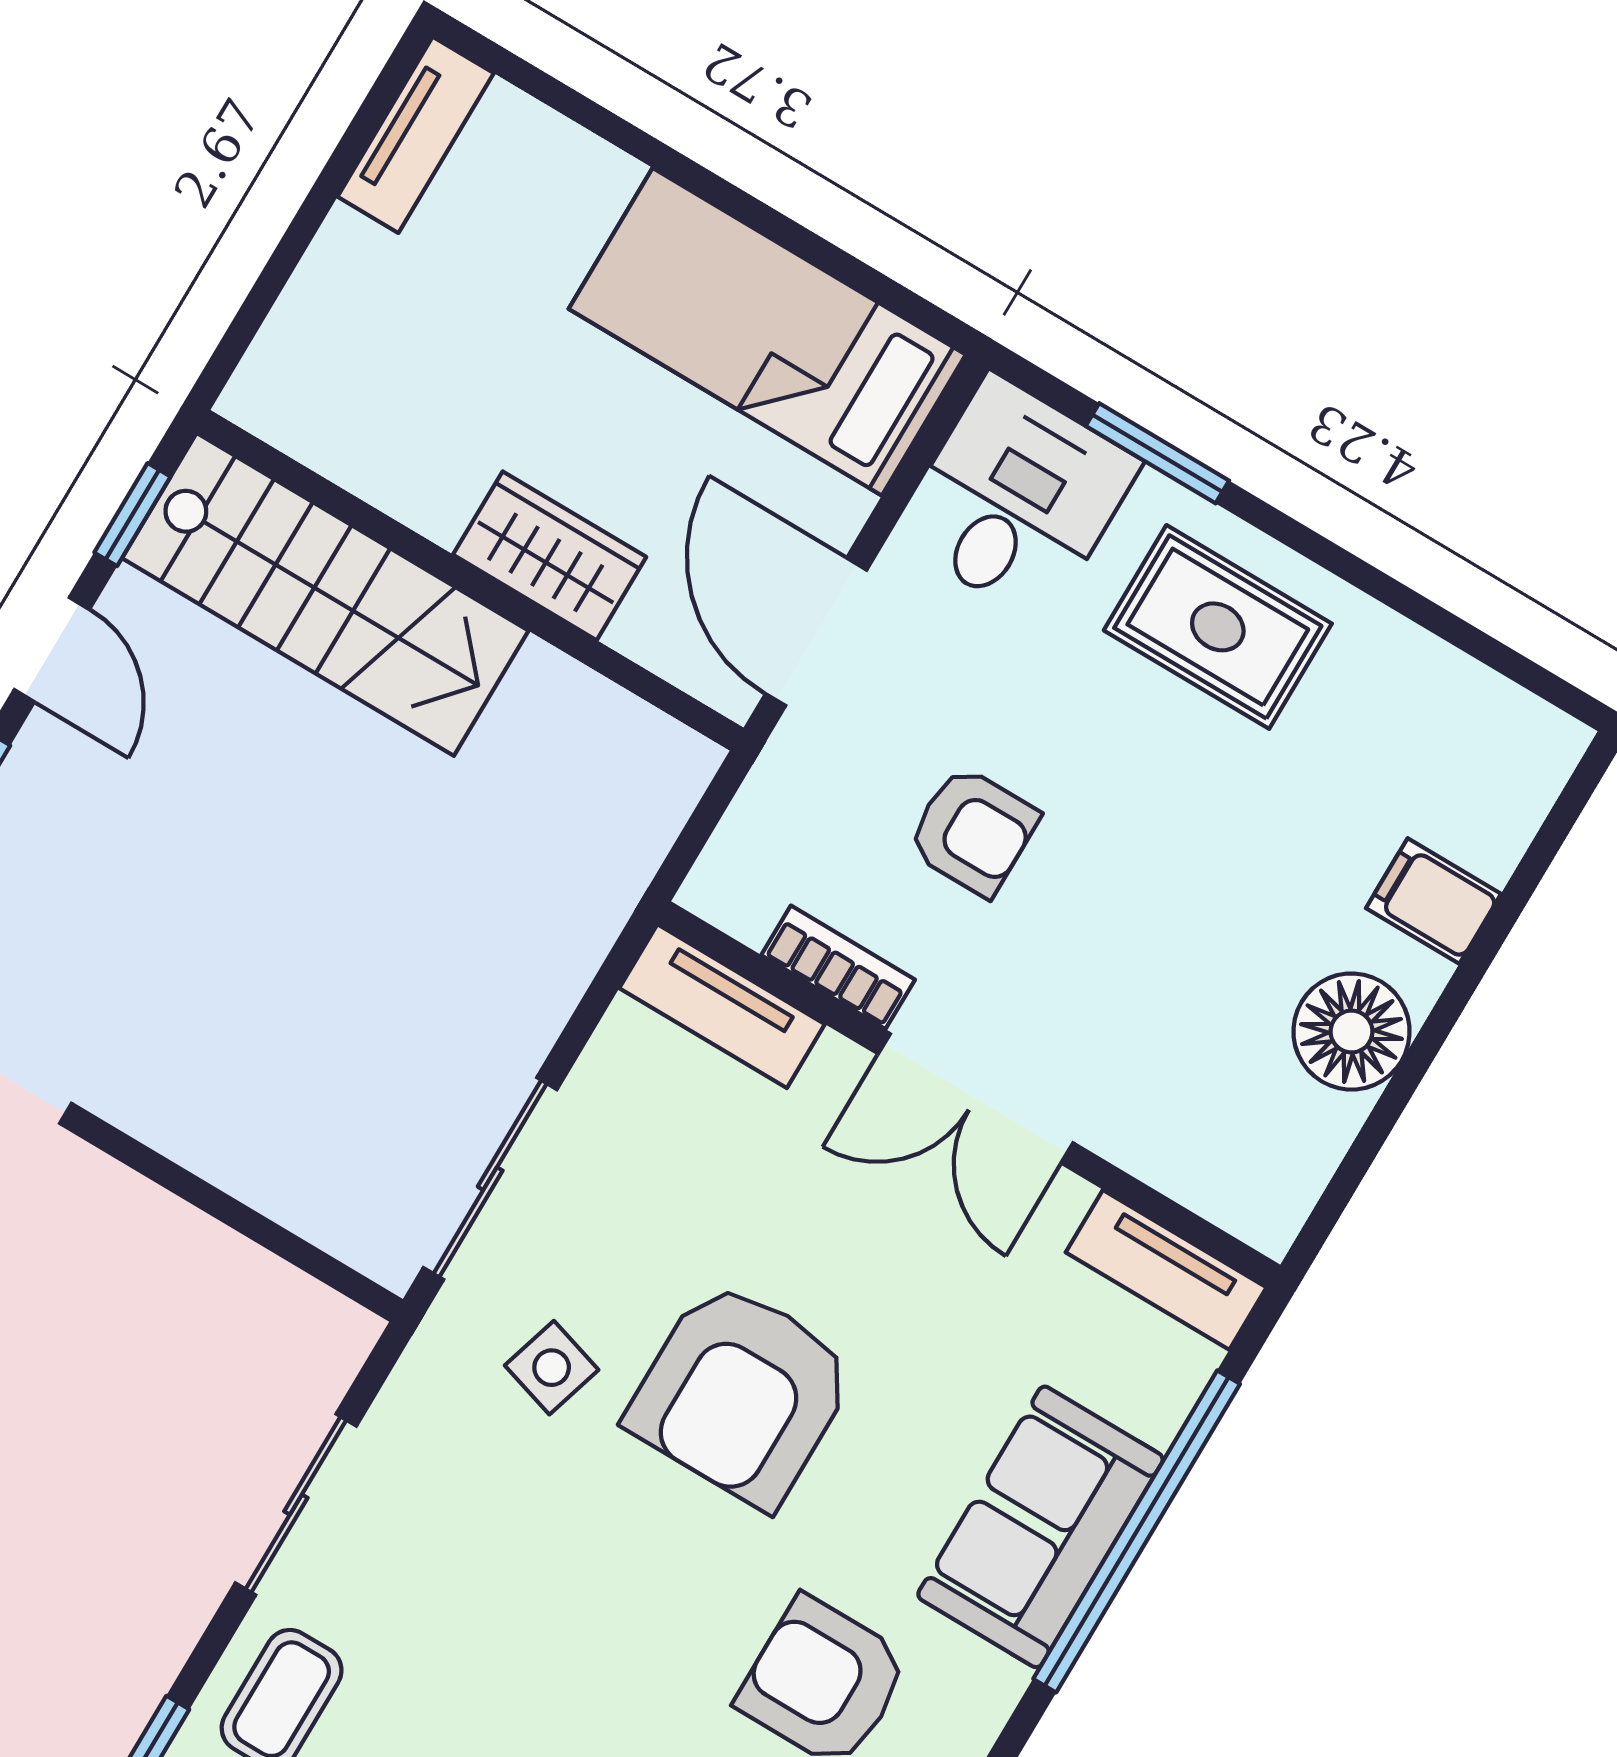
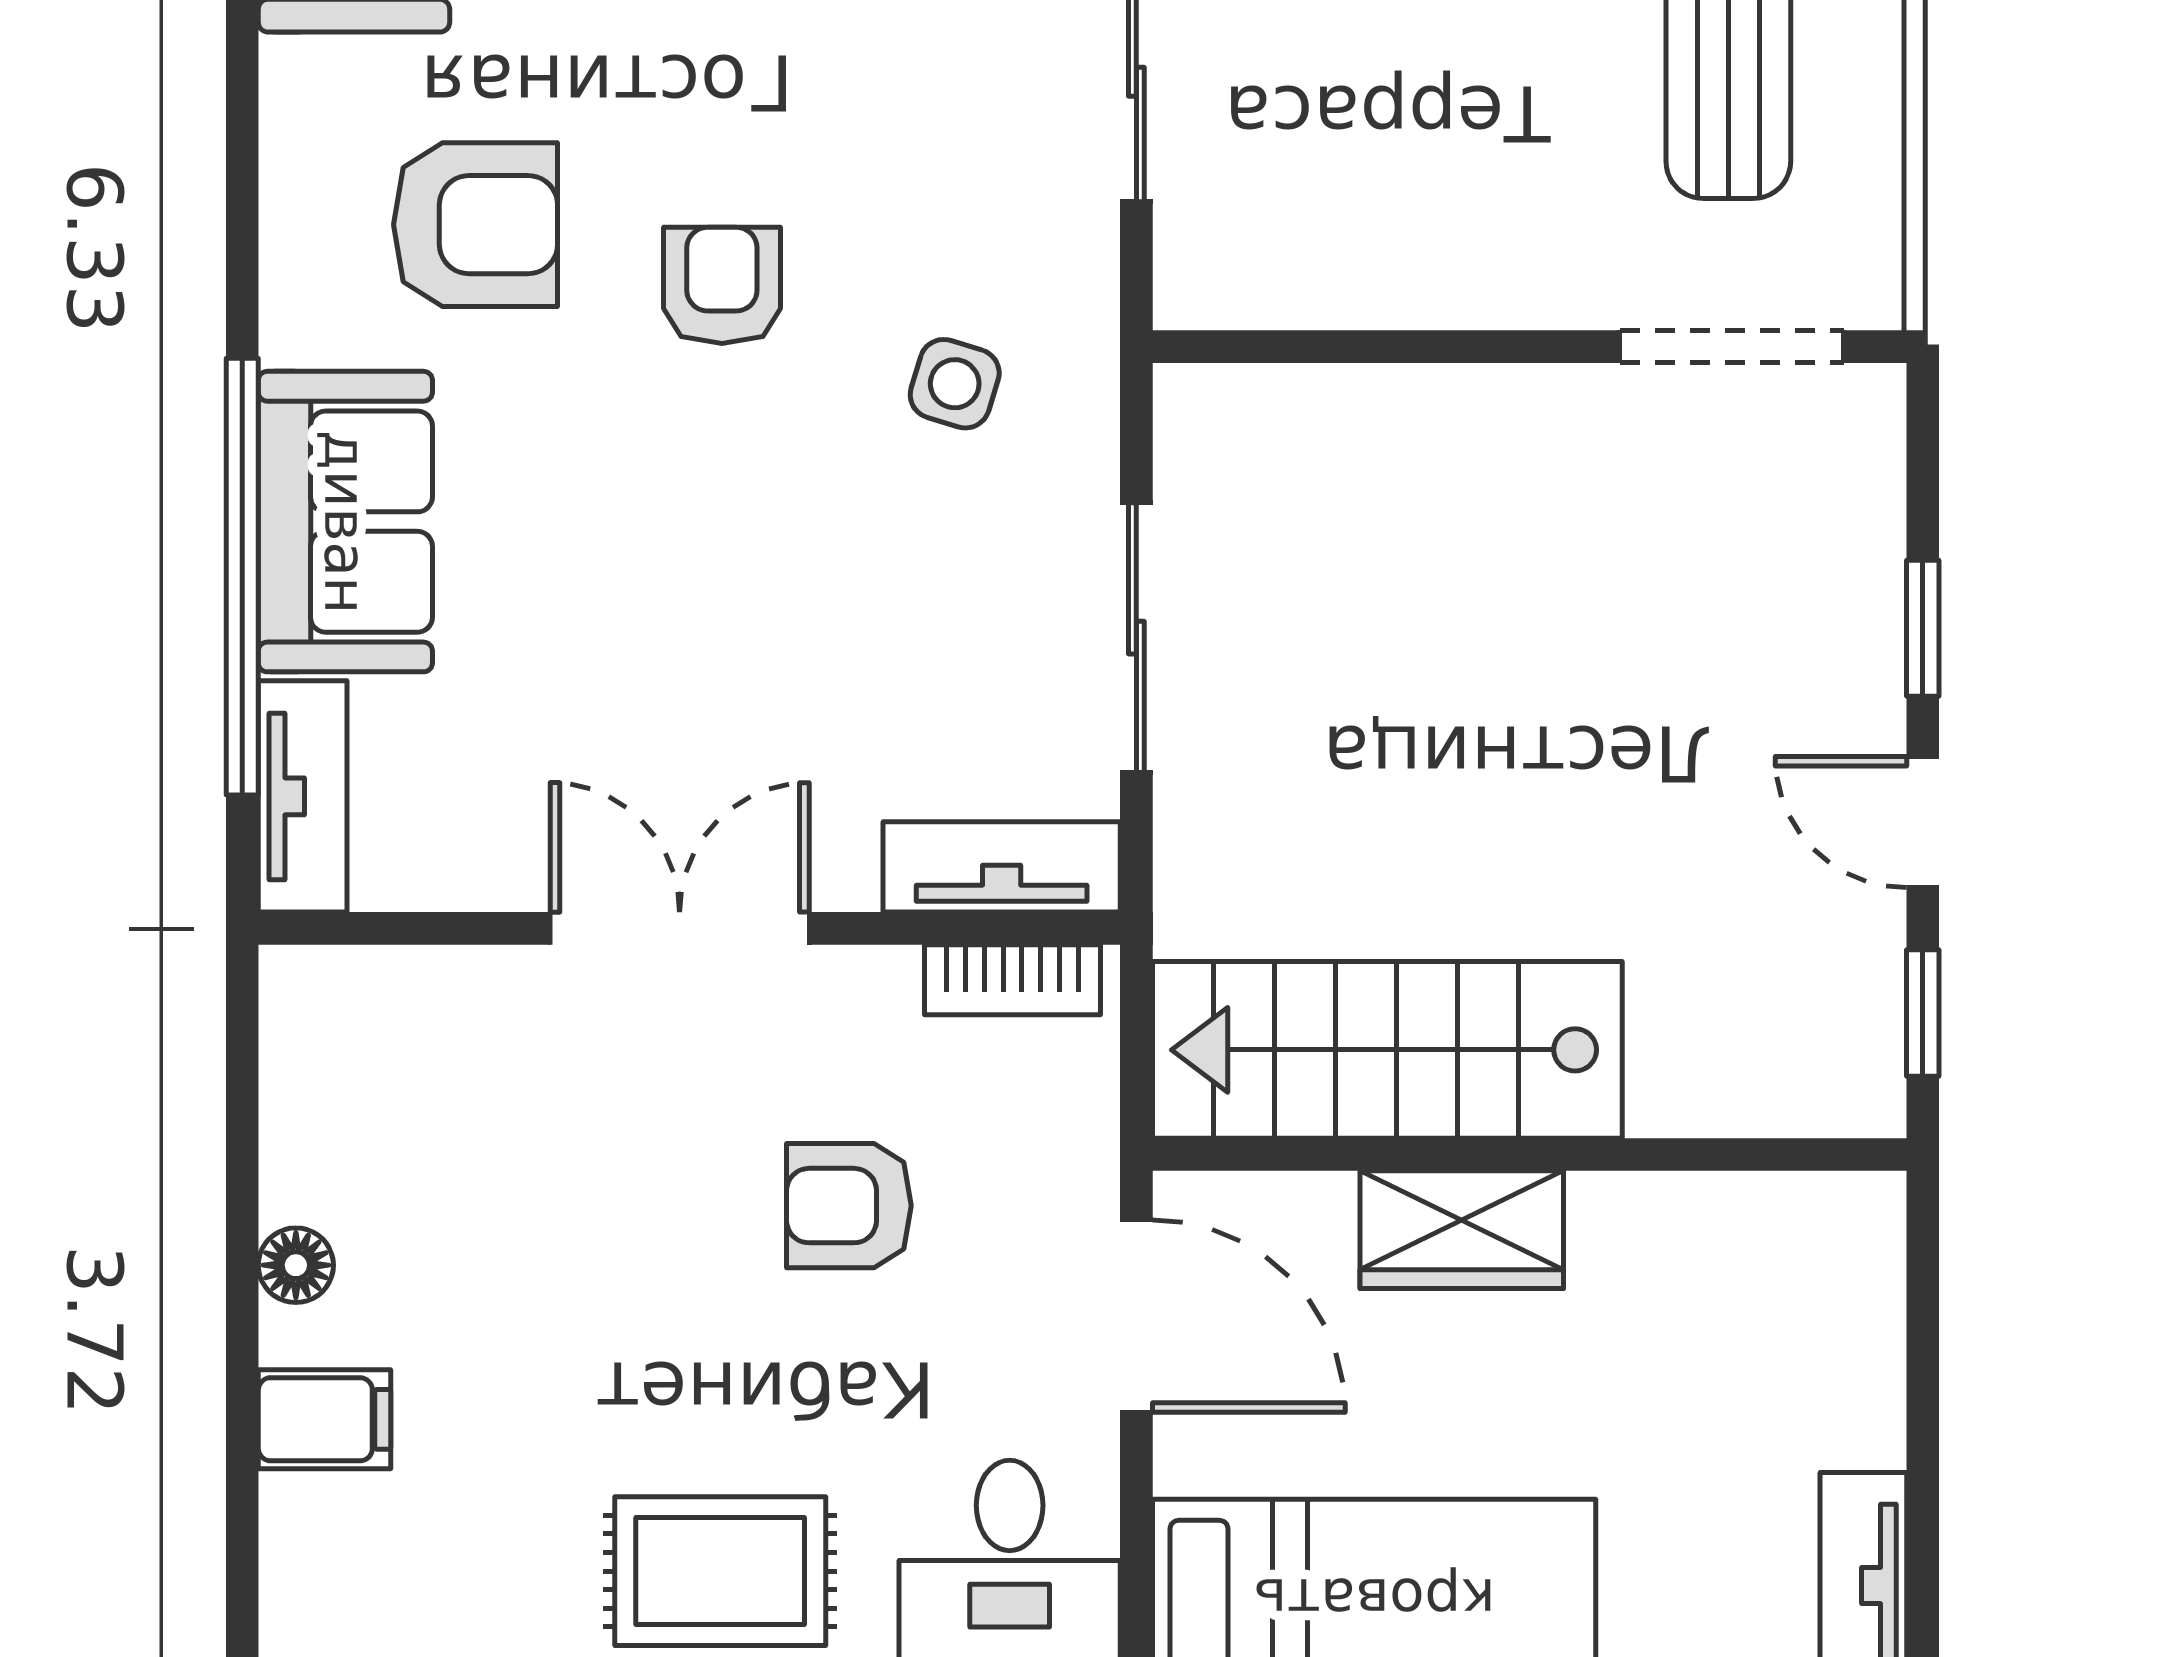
stairs: (325, 594) -> (1387, 1050), moved
bookcase: (838, 967) -> (1013, 980), moved
floor lamp: (1351, 1032) -> (296, 1265), width x0.53, depth x0.53
sliding door: (490, 1179) -> (1136, 638), moved
tv unit: (1166, 1270) -> (303, 796), moved, turned 90
armchair: (741, 1393) -> (722, 285), moved, width x0.53, depth x0.53

